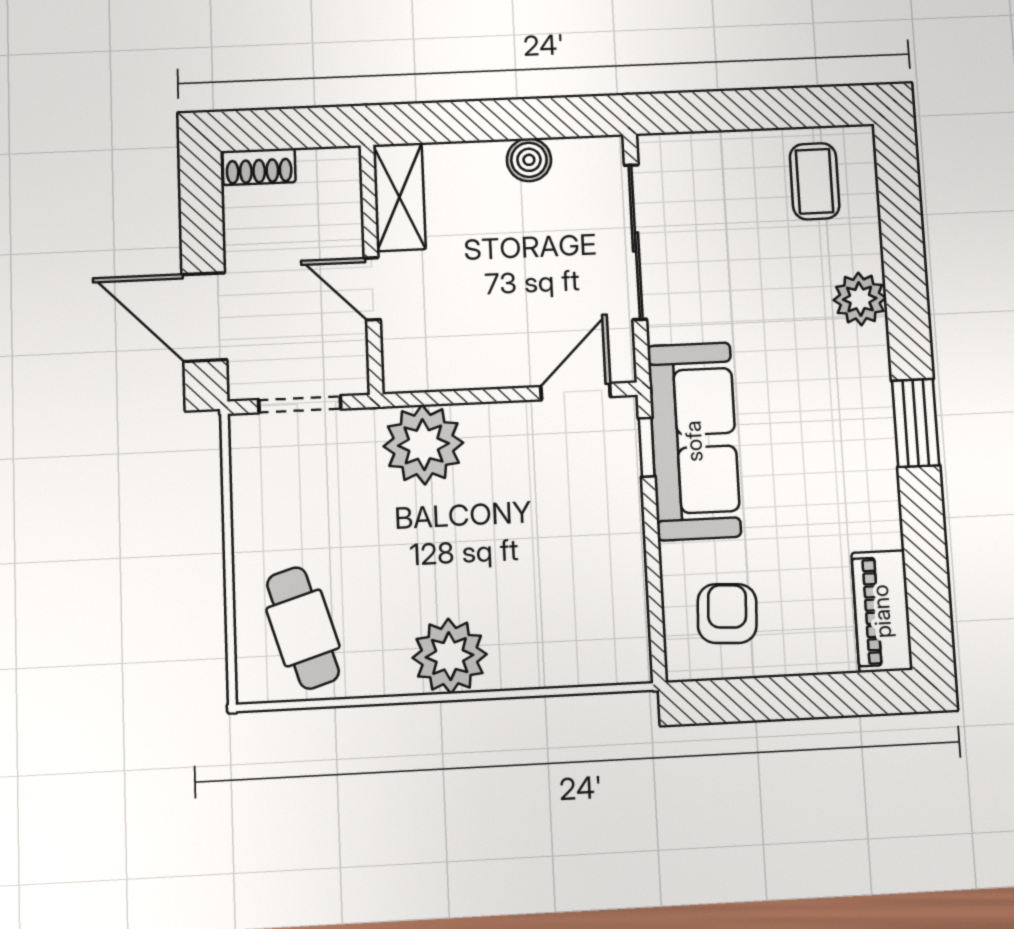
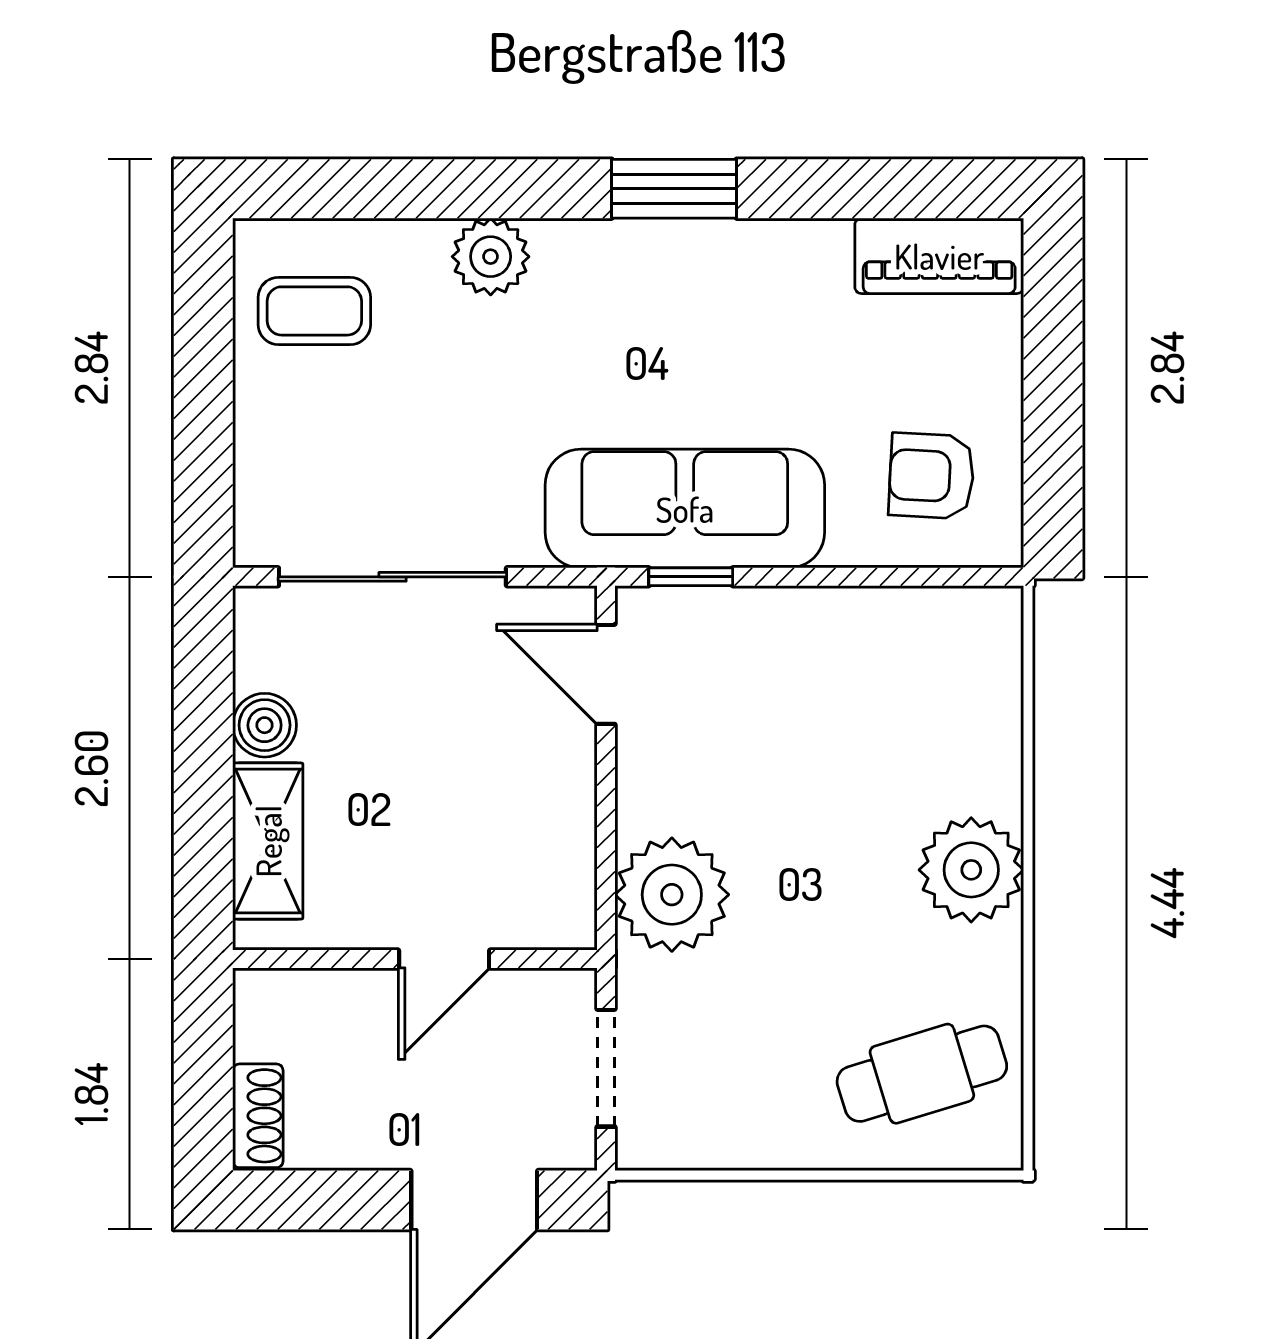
shelving: (399, 197) -> (268, 841), moved, turned 90

